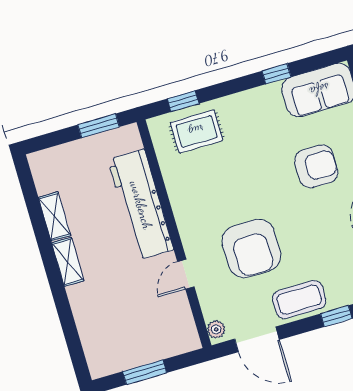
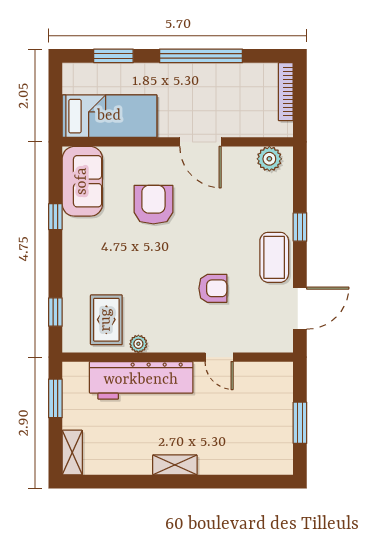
rug: (196, 131) -> (106, 320), moved
shelving: (55, 216) -> (72, 452), moved, turned 90
armchair: (251, 248) -> (213, 288), width x0.53, depth x0.53
plant: (216, 329) -> (138, 344), moved

